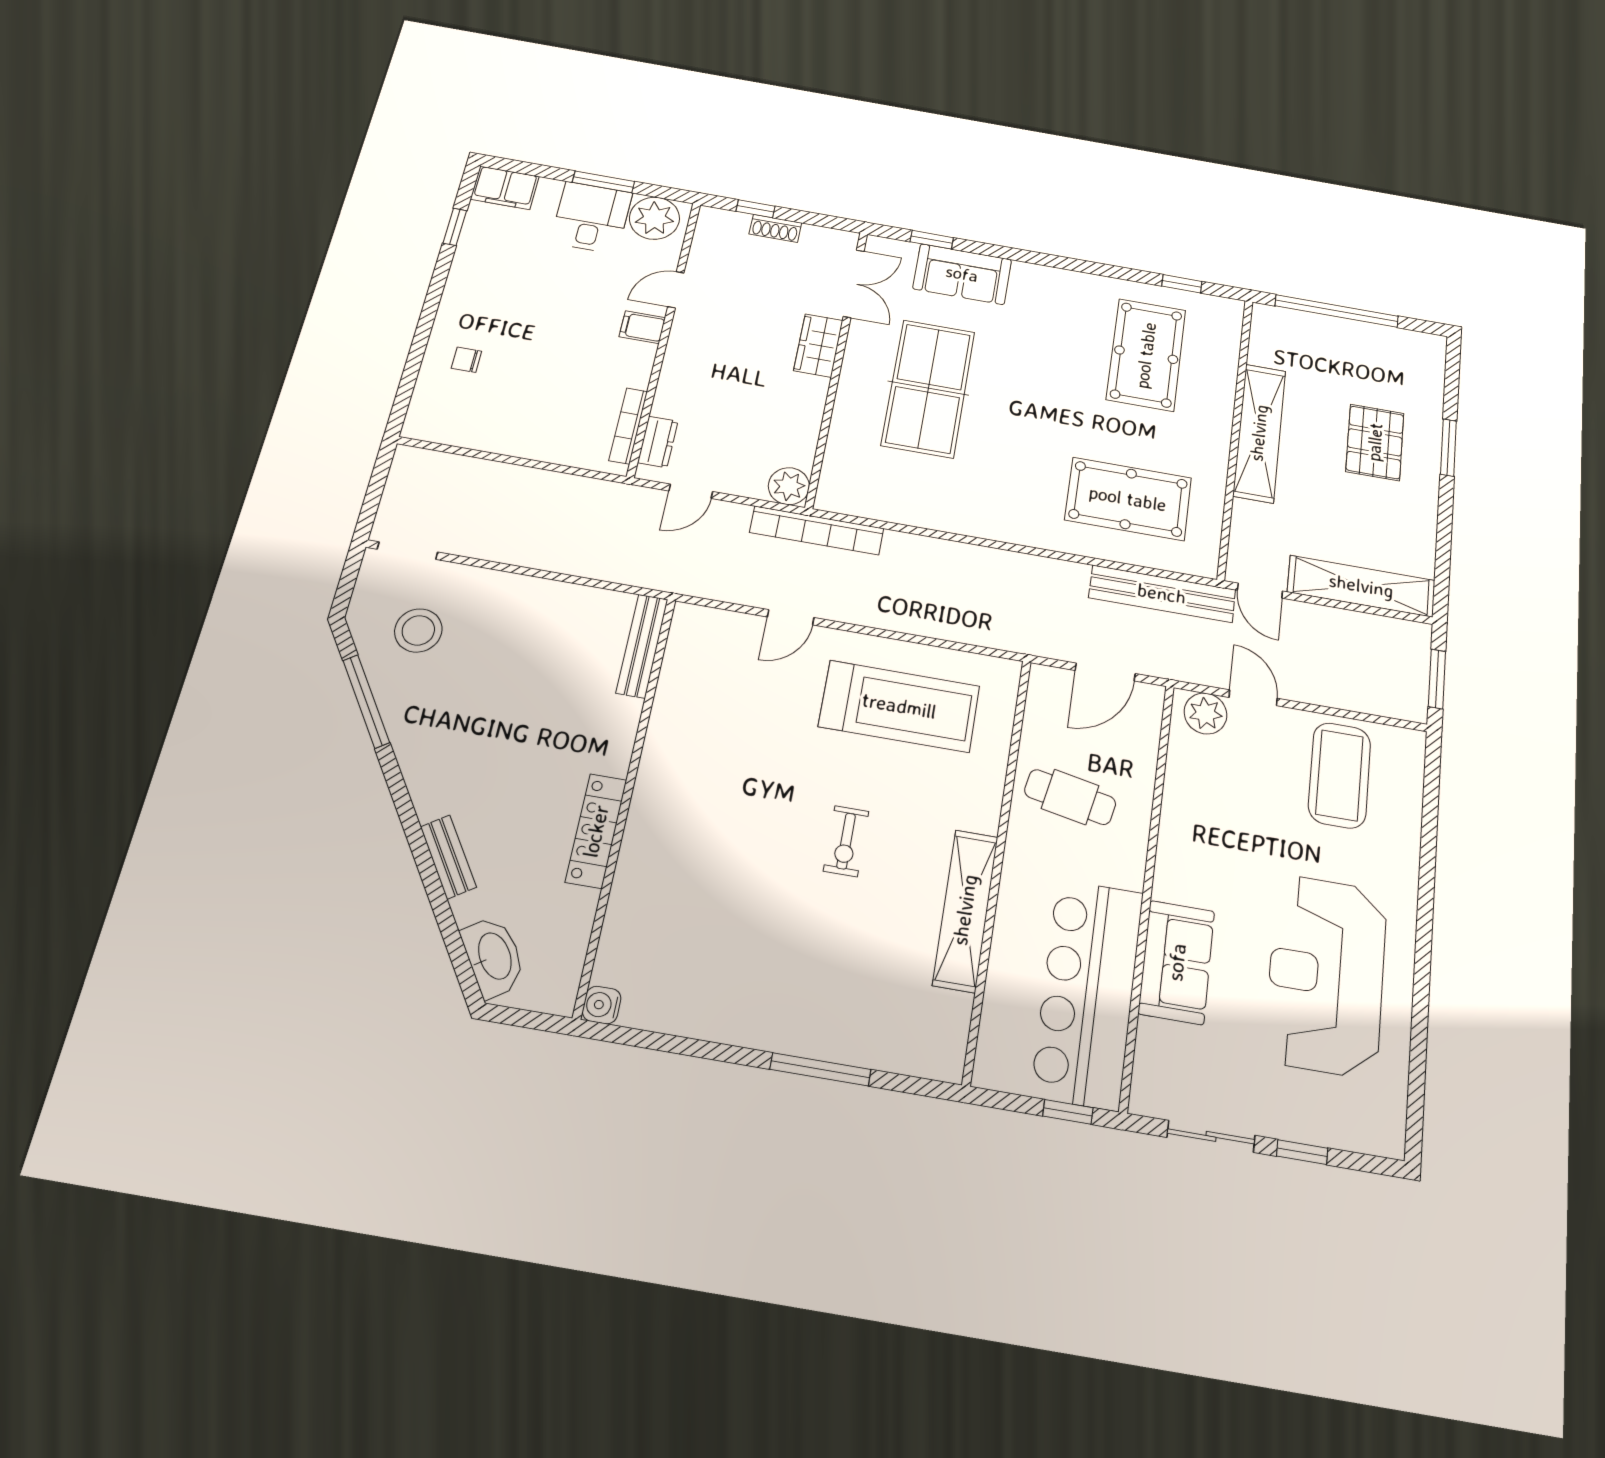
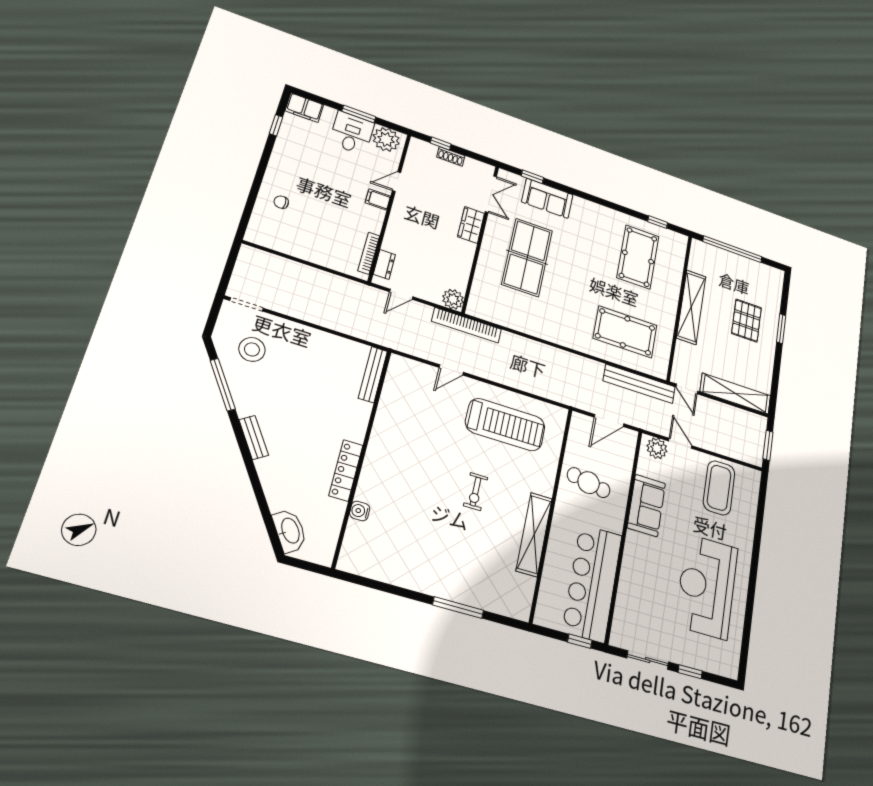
bench: (448, 857) -> (254, 437), moved
sofa: (1177, 962) -> (646, 505), moved
water cooler: (602, 1005) -> (360, 511), moved

